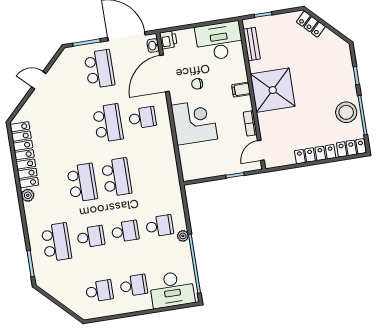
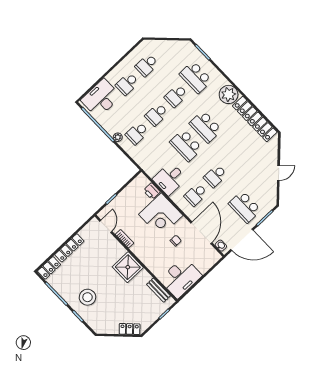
printer: (168, 40) -> (152, 191), moved
filing cabinet: (241, 90) -> (145, 256), removed
shower: (273, 90) -> (128, 267), width x0.73, depth x0.73
stool: (346, 112) -> (87, 297), moved
school desk: (108, 123) -> (215, 176), width x0.54
desk: (158, 154) -> (169, 179), added
plant: (28, 195) -> (229, 94), width x1.88, depth x1.88

